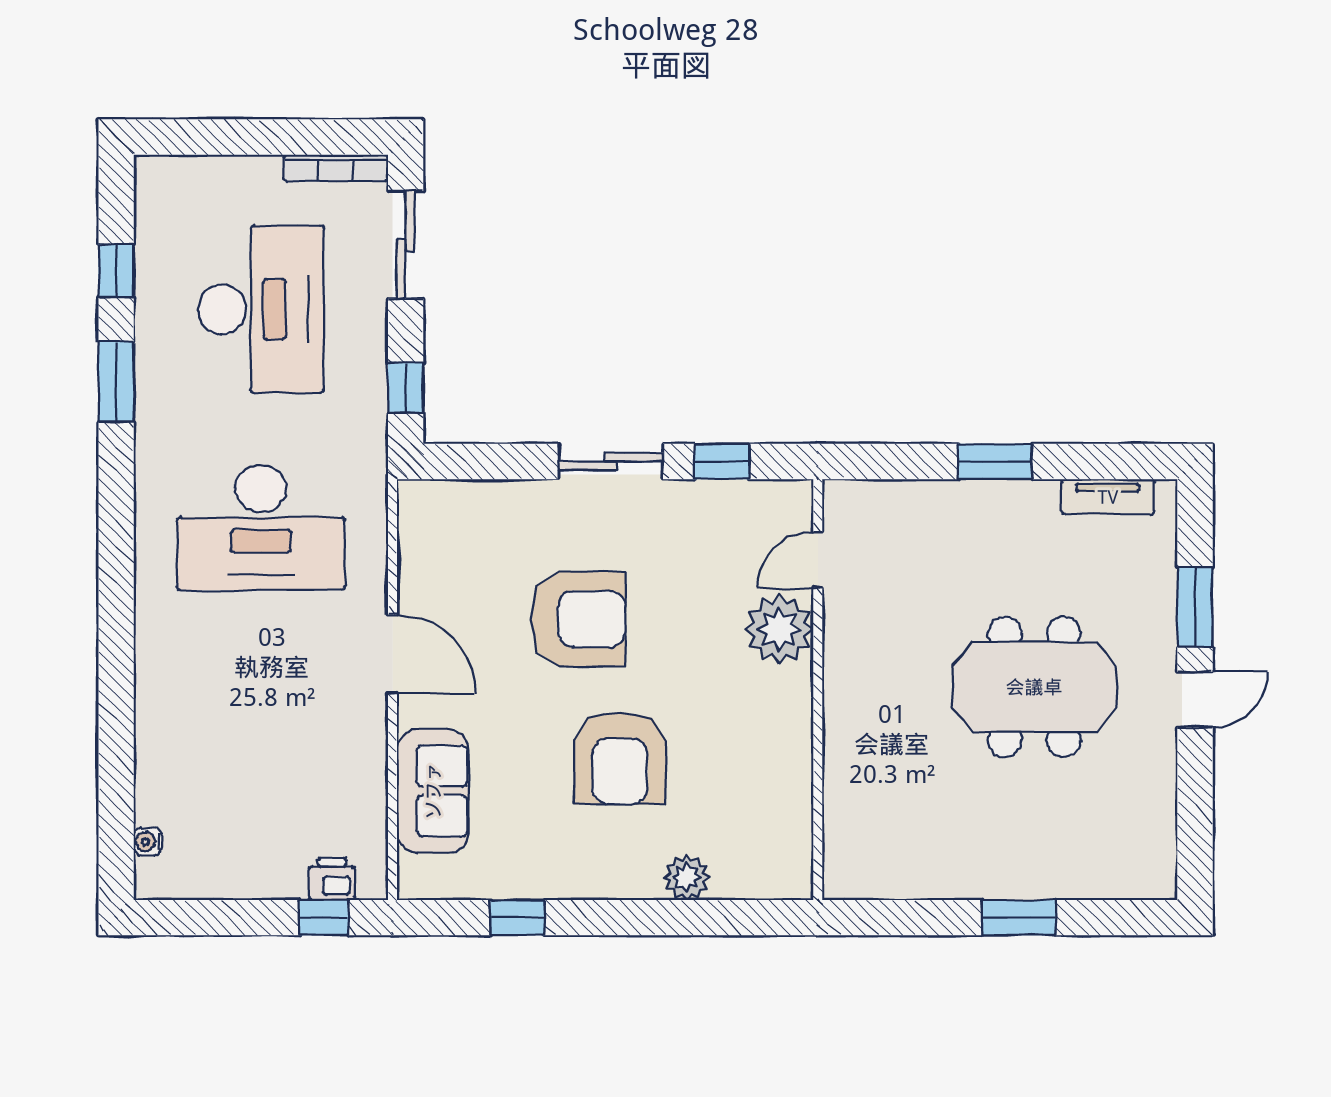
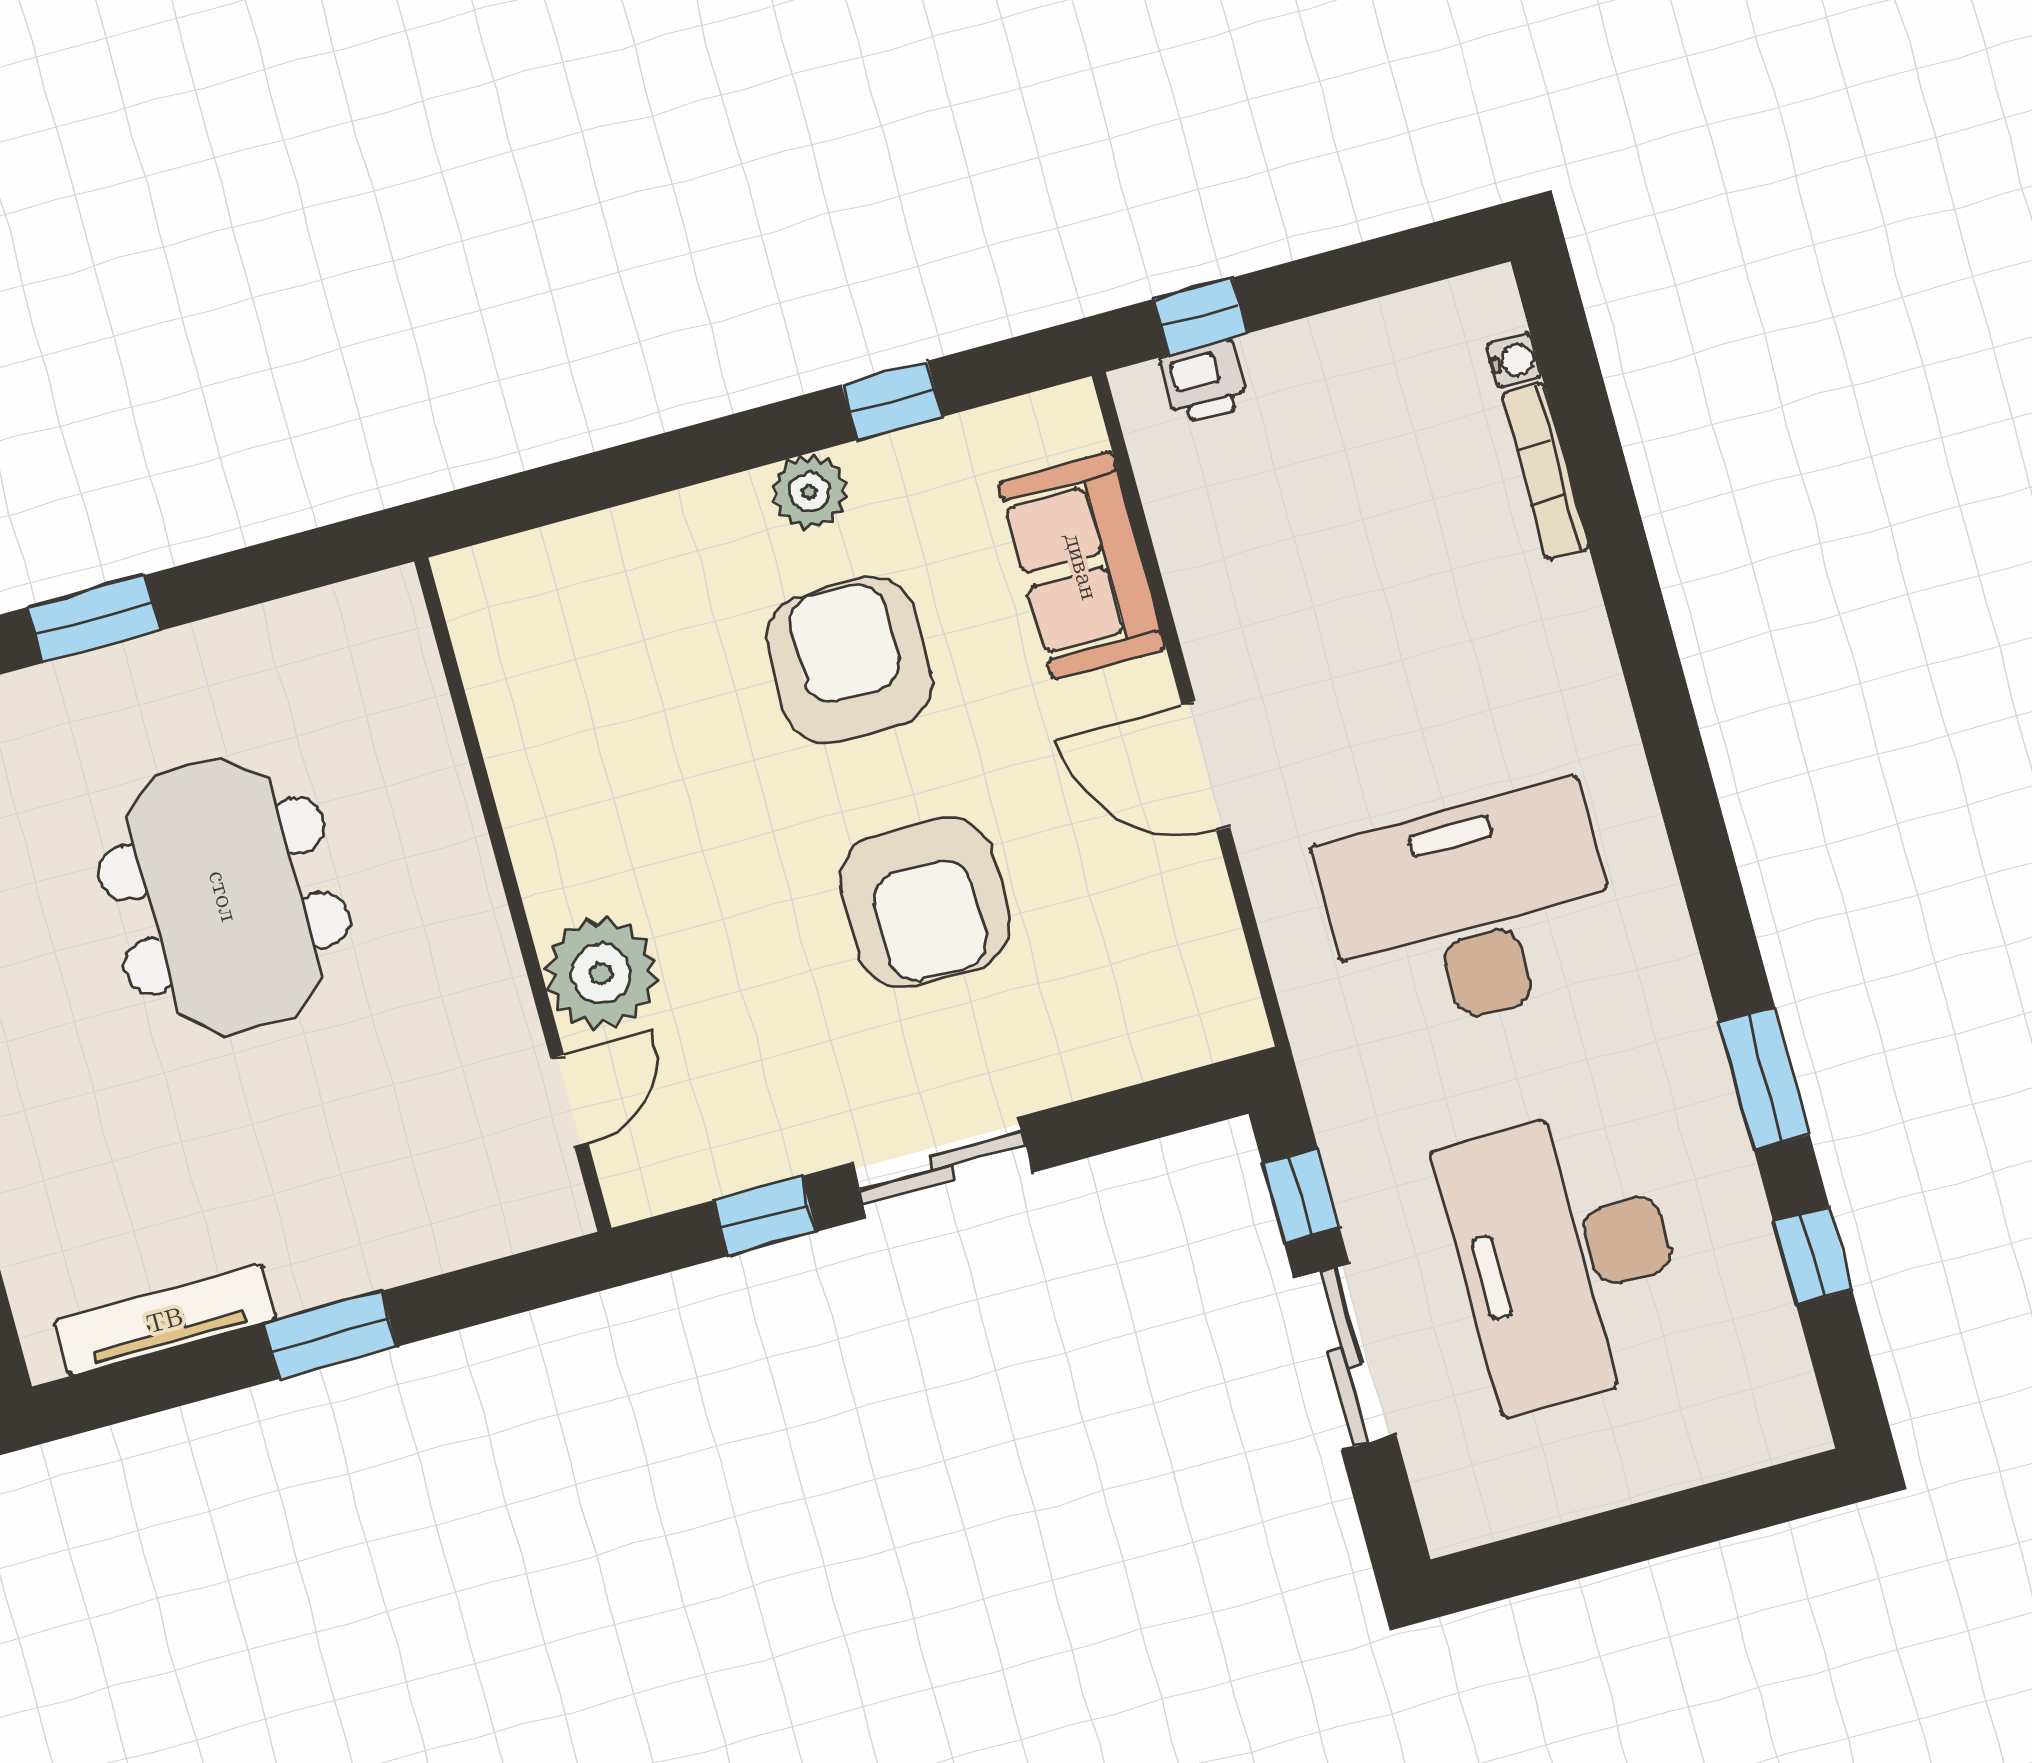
bookcase: (336, 168) -> (1545, 471), moved, turned -90
sliding door: (406, 245) -> (1345, 1357), moved
tv unit: (1108, 497) -> (165, 1320), width x1.41
armchair: (578, 619) -> (925, 903), turned -90
meeting table: (1034, 687) -> (224, 896), moved, turned 90
armchair: (620, 758) -> (850, 660), moved
plant: (687, 877) -> (810, 492), moved

